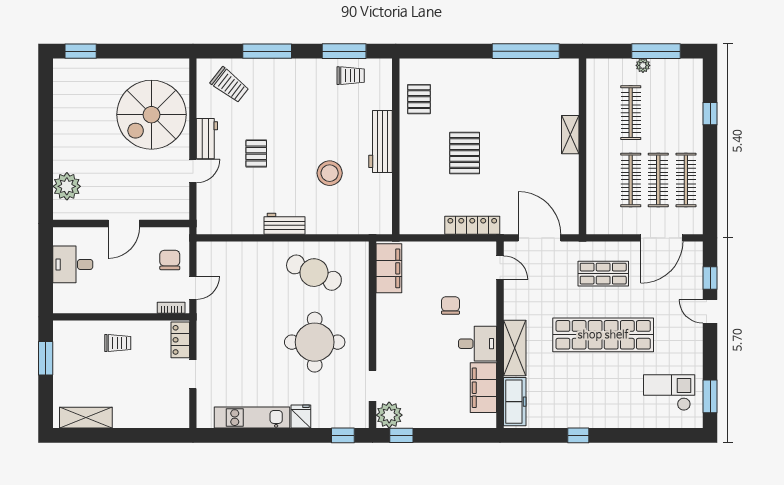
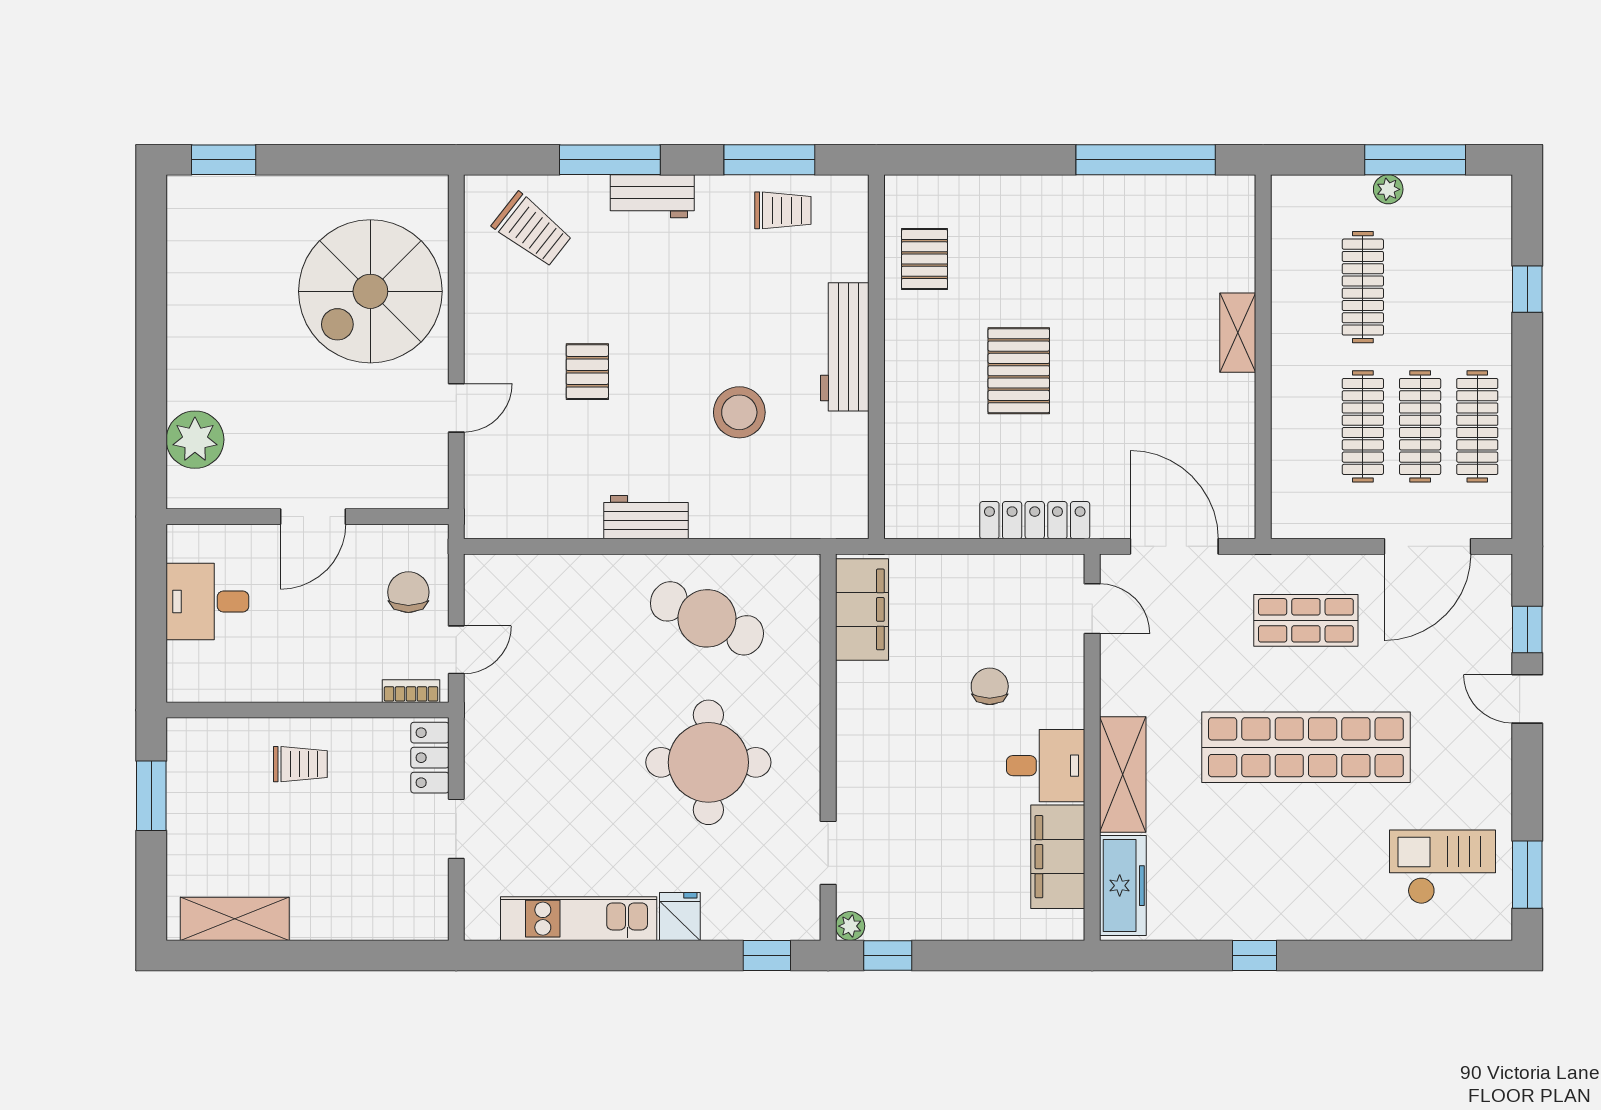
workbench: (207, 139) -> (652, 196), moved, turned 90
plant: (389, 415) -> (850, 926), width x0.53, depth x0.53

